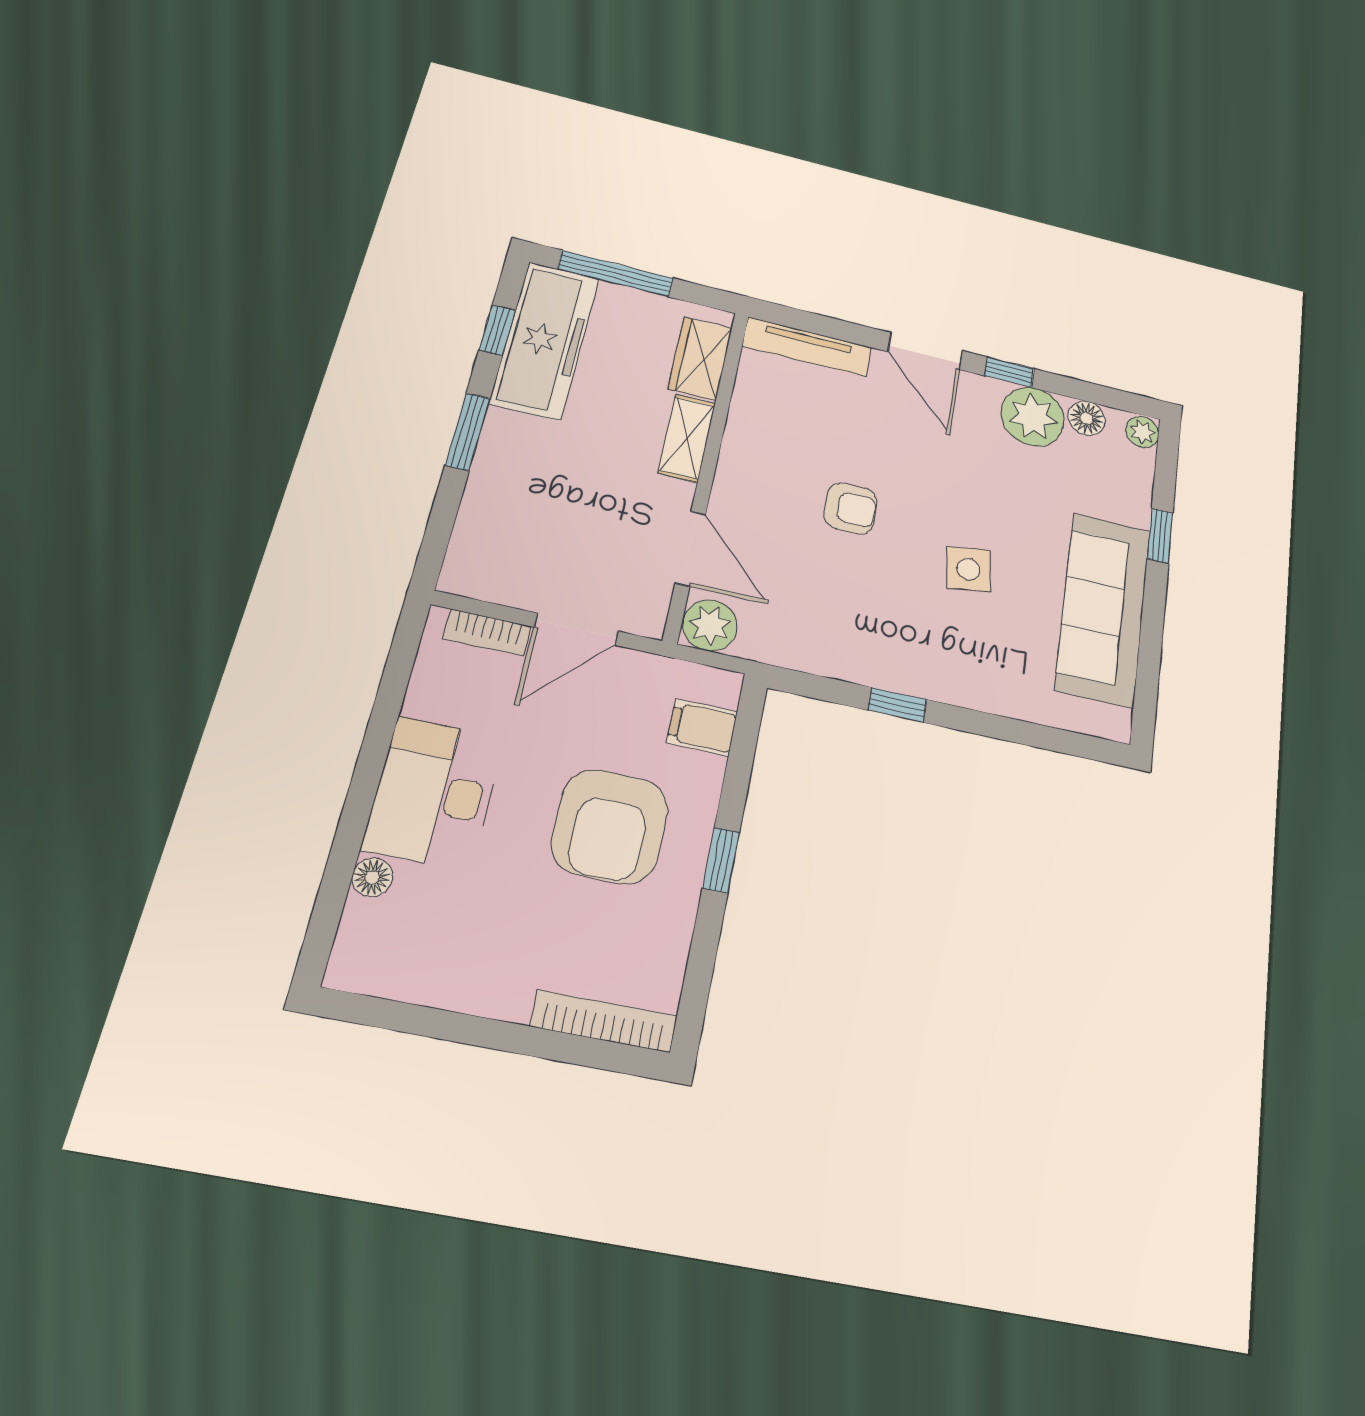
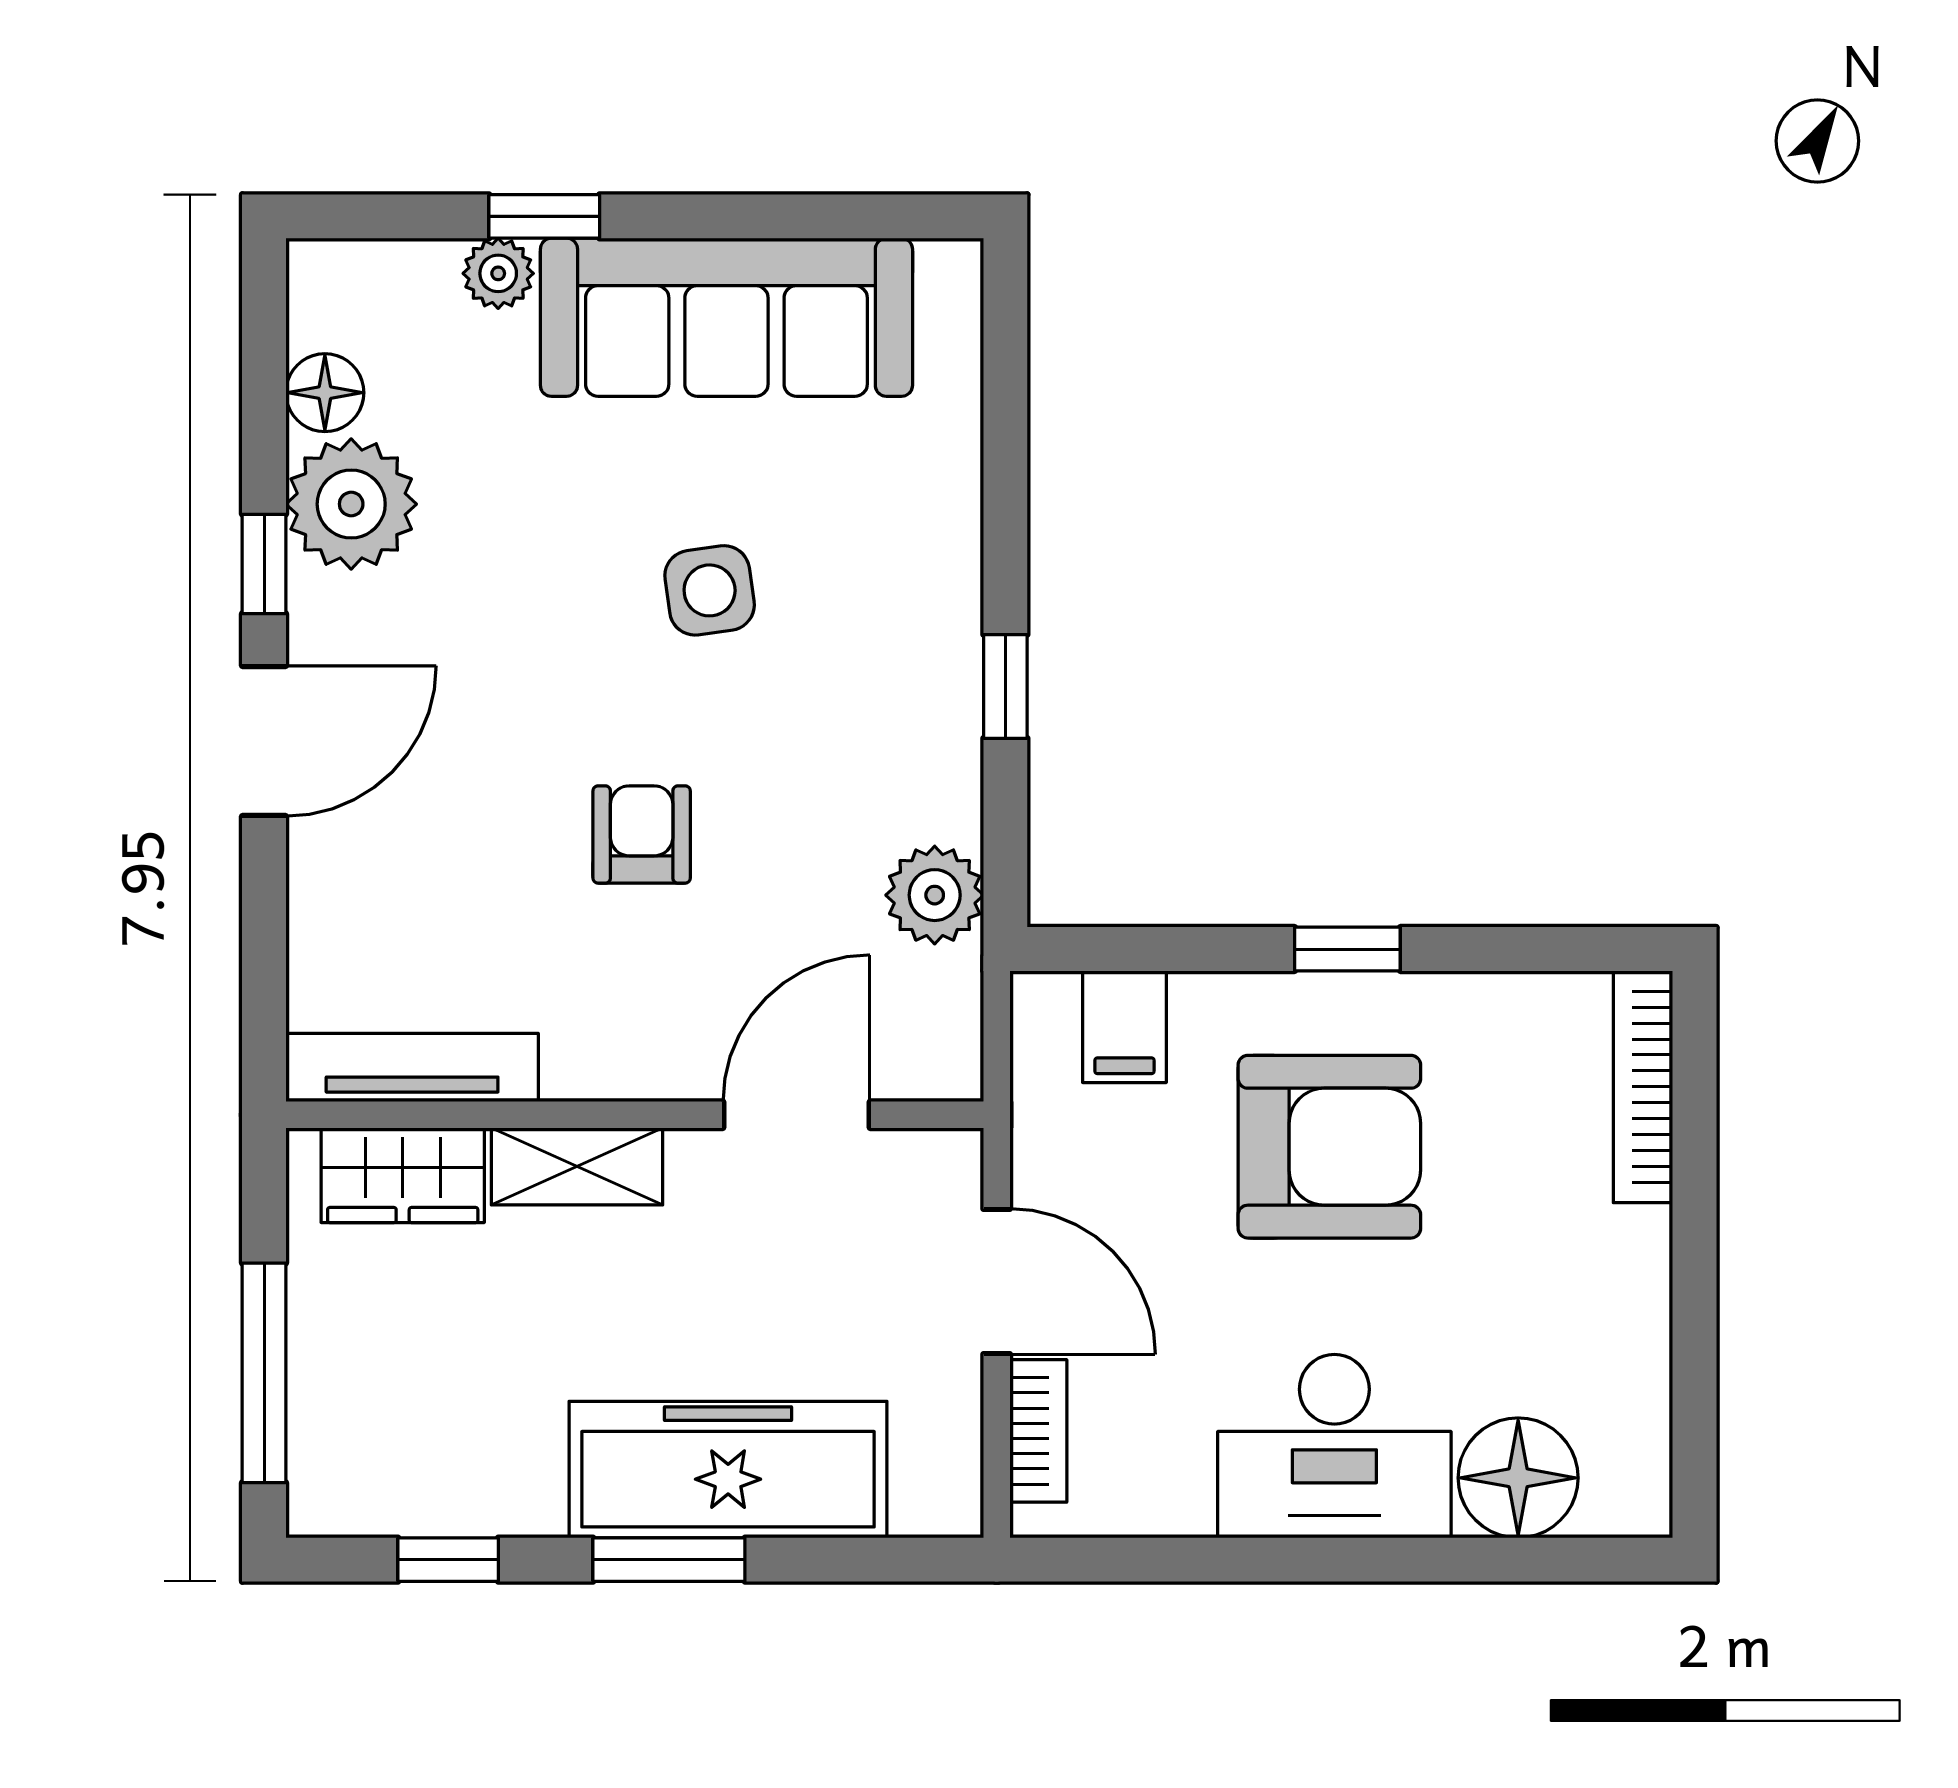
freezer: (545, 340) -> (728, 1470), moved
tv unit: (807, 347) -> (412, 1067), moved, turned -90
plant: (1142, 432) -> (498, 273), moved
plant: (710, 625) -> (935, 895), moved
floor lamp: (372, 877) -> (1518, 1478), width x1.89, depth x1.89

